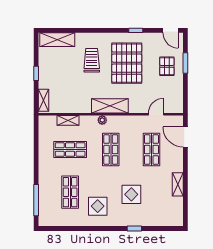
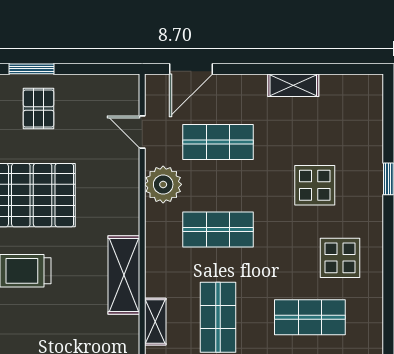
pallet: (167, 66) -> (38, 109), turned 90
shelving: (110, 106) -> (124, 275), moved
plant: (102, 120) -> (163, 184), moved, width x1.88, depth x1.88

